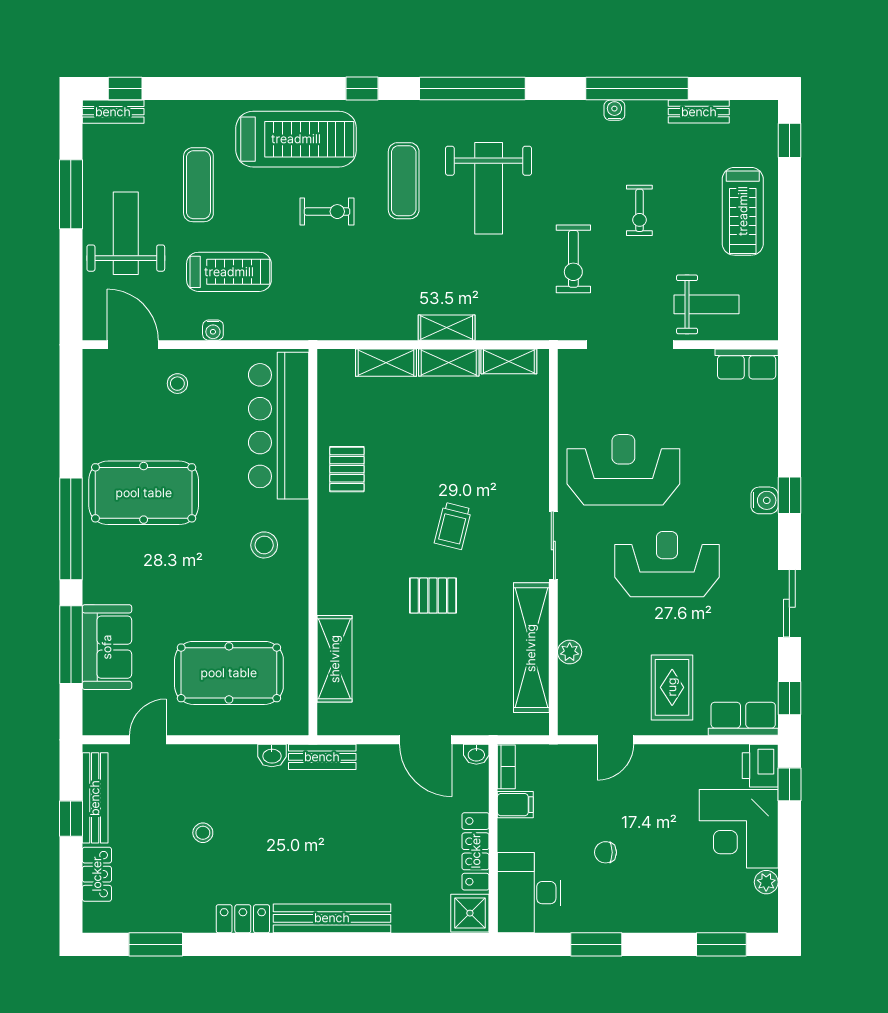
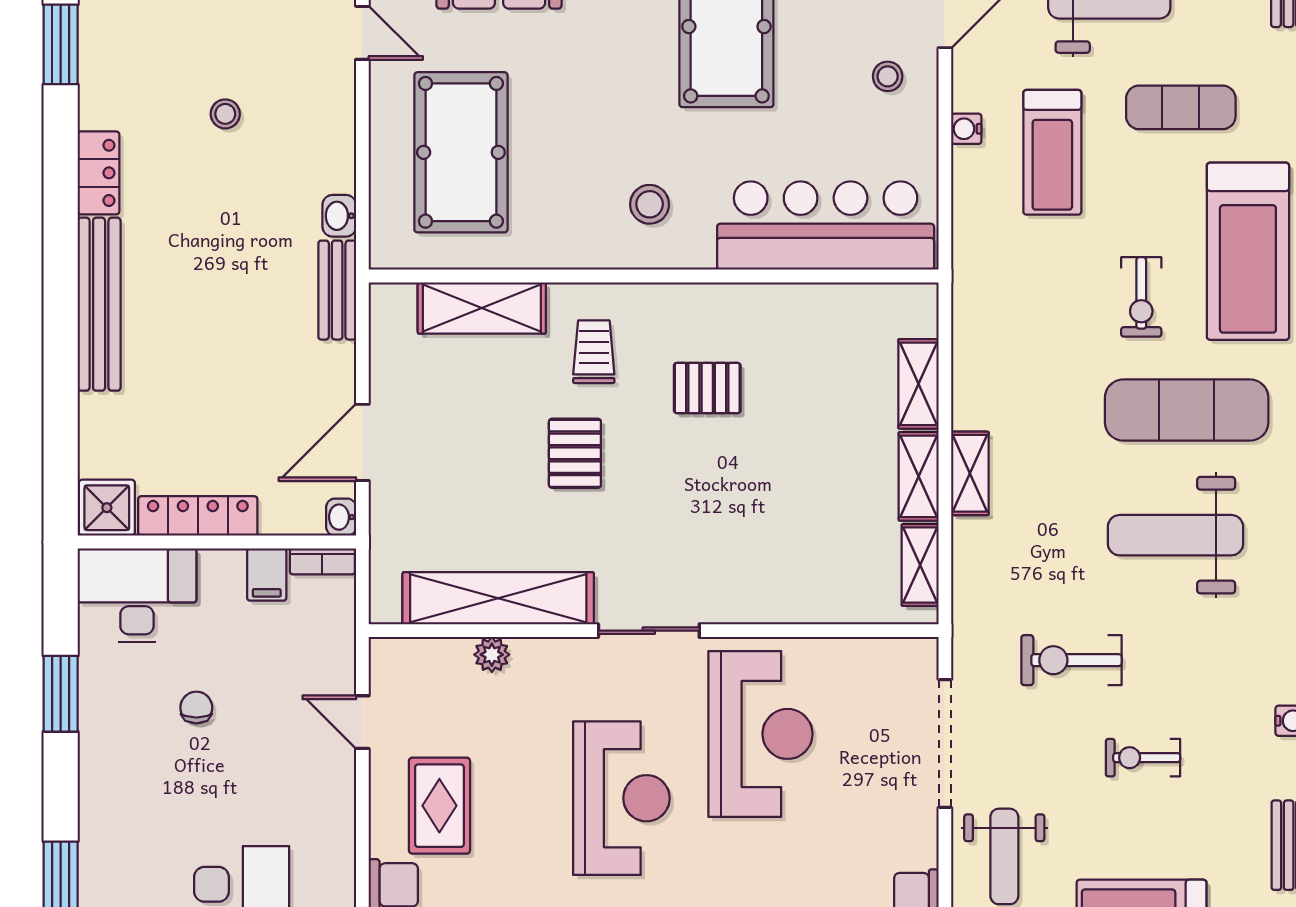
exercise mat: (404, 181) -> (1187, 410), width x1.36, depth x1.45
pallet: (347, 469) -> (707, 388), moved
trolley: (453, 526) -> (594, 352), moved, turned 76
rug: (672, 687) -> (439, 806), turned 90

